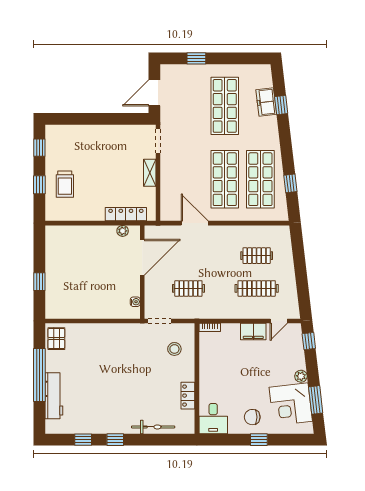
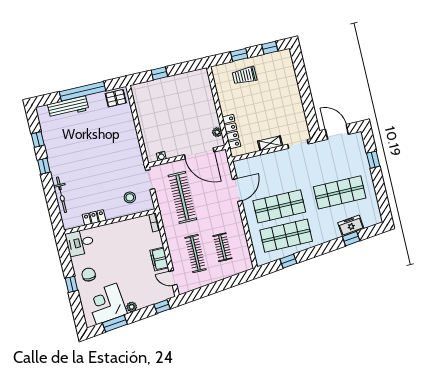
clothes rail: (188, 288) -> (182, 197), width x1.86, depth x1.31

